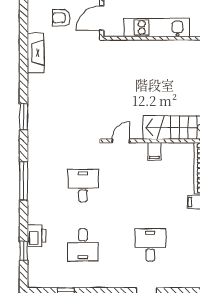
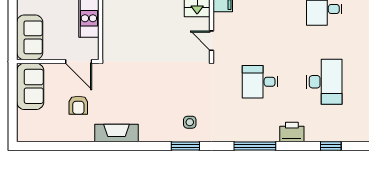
side table: (46, 121) -> (190, 122), added
printer: (36, 236) -> (292, 132), moved
desk: (83, 245) -> (324, 82), width x1.37

